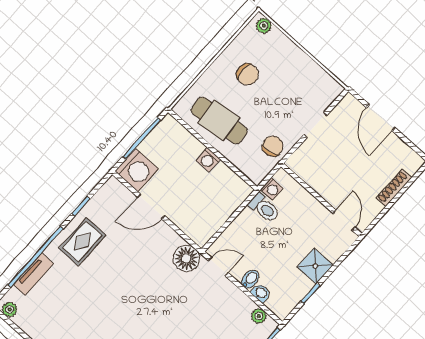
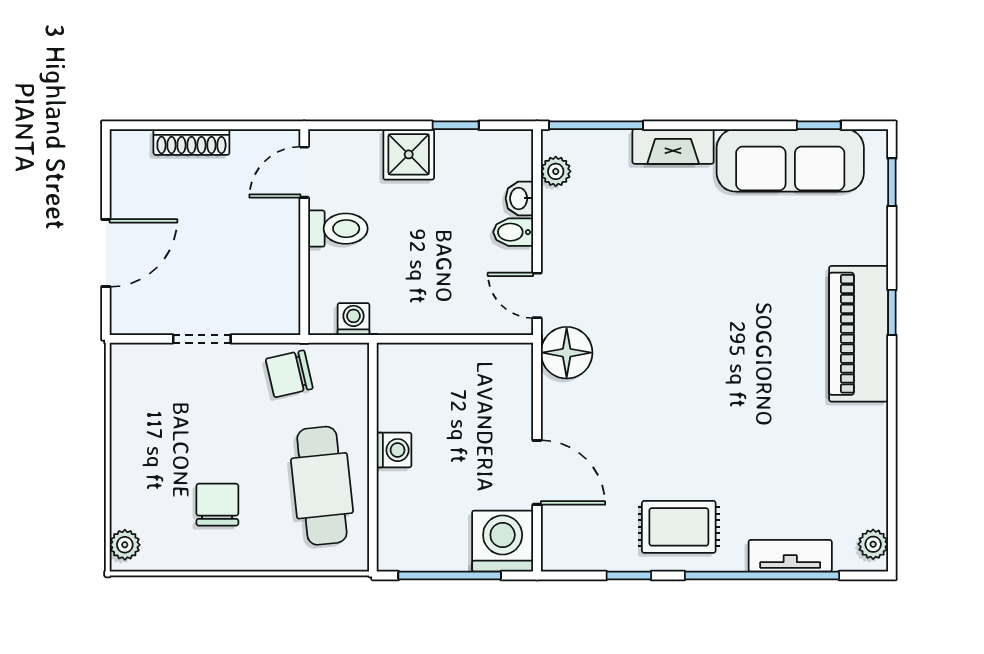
toilet: (264, 208) -> (338, 229), moved, turned 90

